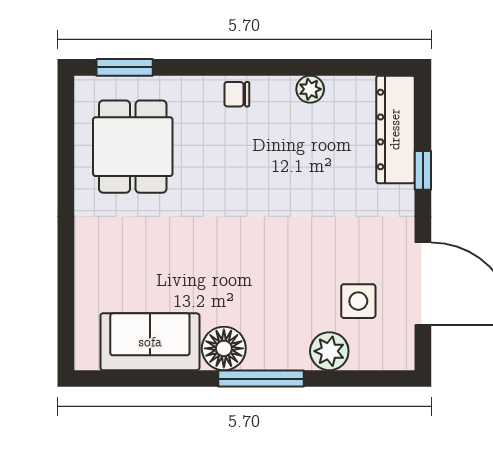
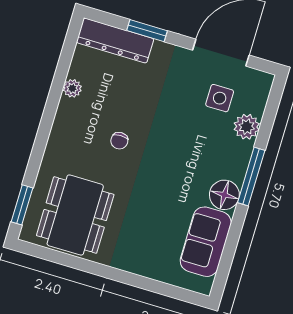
chair: (237, 94) -> (119, 141), moved
dining table: (133, 147) -> (75, 215), width x1.37
window: (423, 170) -> (147, 31), width x1.50

